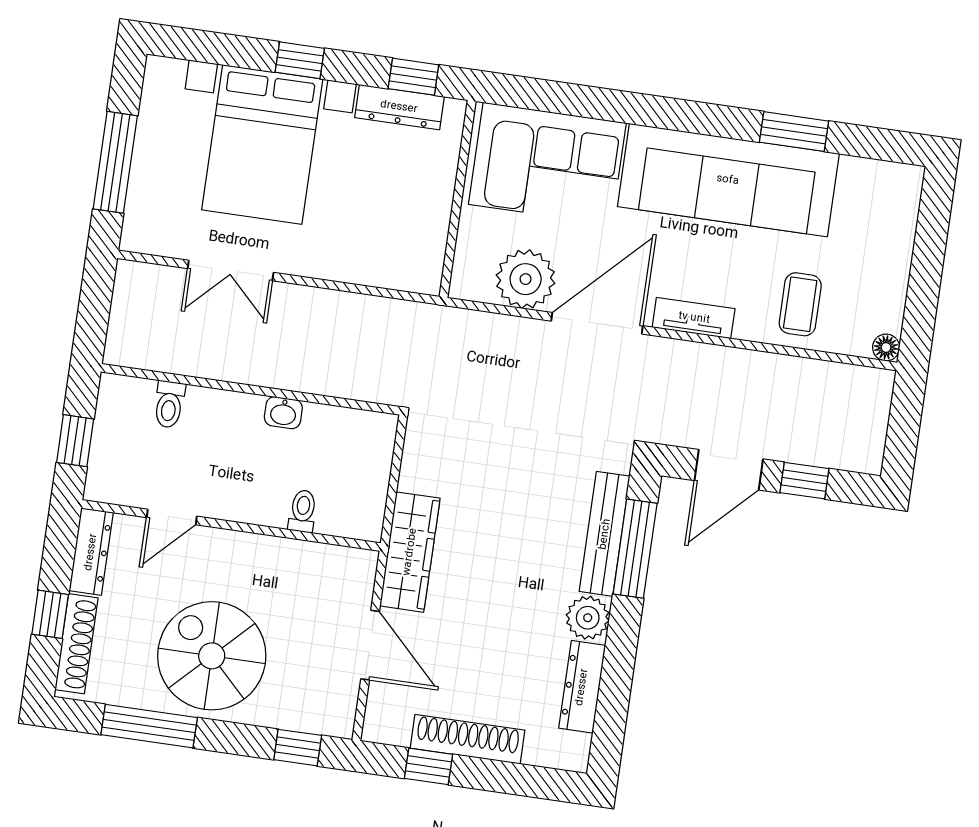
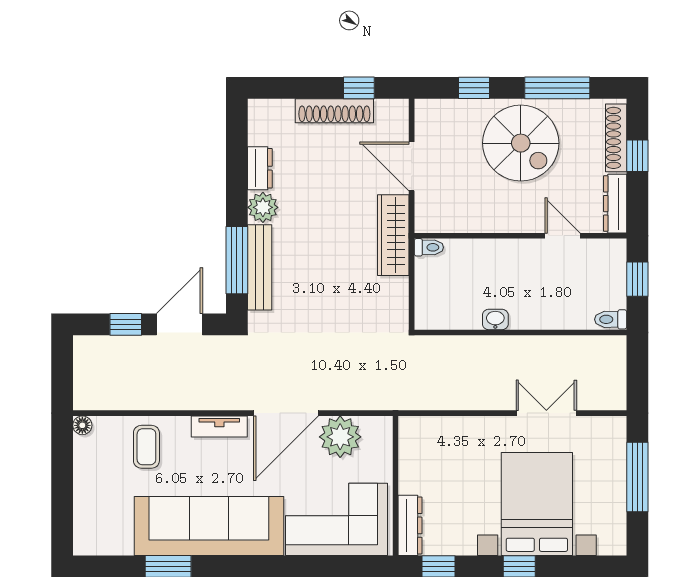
dresser: (399, 107) -> (410, 525), moved, turned 90
toilet: (169, 404) -> (611, 319), moved, turned -90
toilet: (303, 511) -> (429, 247), moved, turned -90
door: (172, 517) -> (563, 236), hinge flipped
dresser: (582, 687) -> (260, 168), width x0.70
window: (298, 748) -> (474, 88), moved

